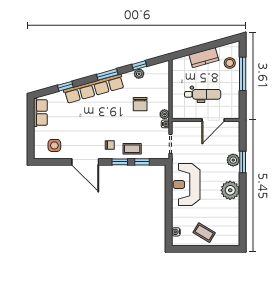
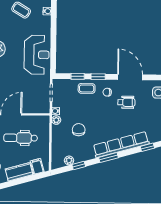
filing cabinet: (184, 64) -> (37, 166), added
plant: (139, 74) -> (69, 160), moved
wheelchair: (89, 134) -> (126, 102), added

